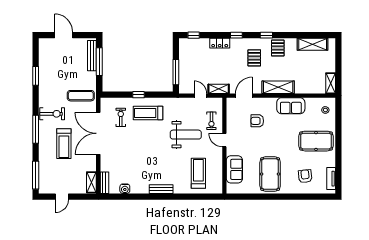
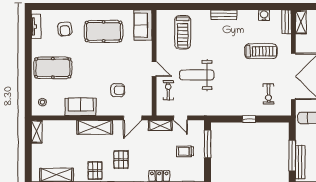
trolley: (196, 65) -> (185, 151), added
treadmill: (148, 113) -> (261, 51), moved
sofa: (234, 169) -> (143, 25), moved
pool table: (270, 174) -> (104, 31), turned 90

